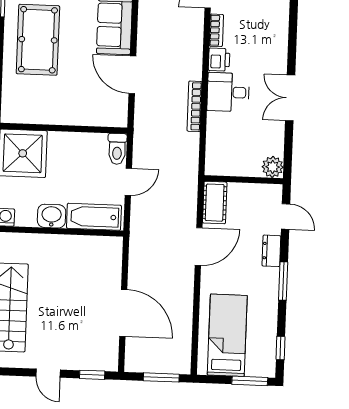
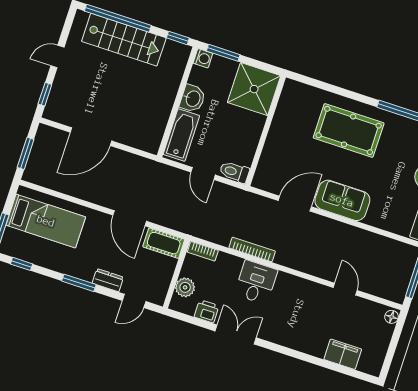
bookcase: (216, 30) -> (203, 251), moved
printer: (219, 60) -> (207, 311), moved, turned 180
plant: (273, 167) -> (185, 287), moved

